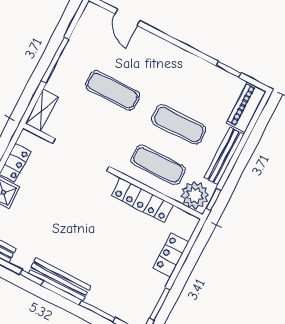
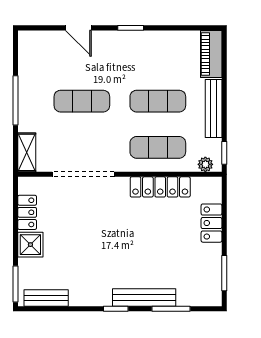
door: (127, 17) -> (78, 28), moved
window: (229, 69) -> (131, 28), moved
plant: (195, 195) -> (205, 164), width x0.53, depth x0.53
window: (31, 277) -> (116, 309), moved
bench: (59, 279) -> (144, 297), moved

